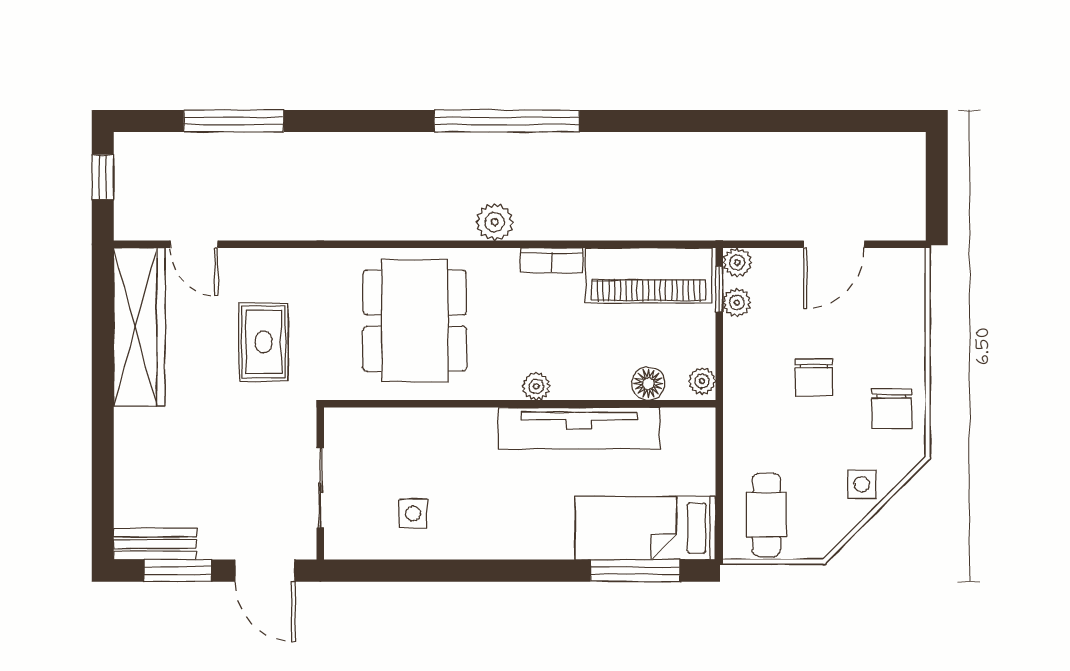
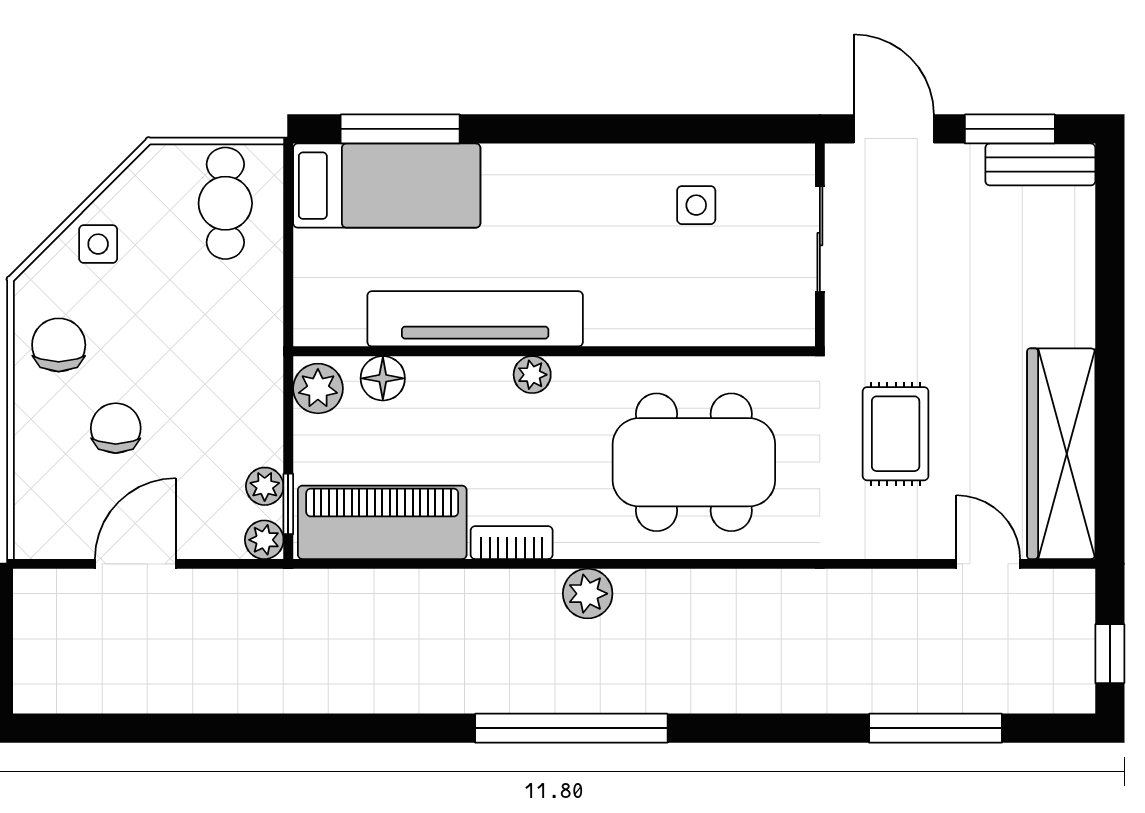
dining table: (415, 321) -> (694, 462), turned 90
chair: (814, 378) -> (116, 428), moved
plant: (702, 381) -> (318, 388), width x1.38, depth x1.38

